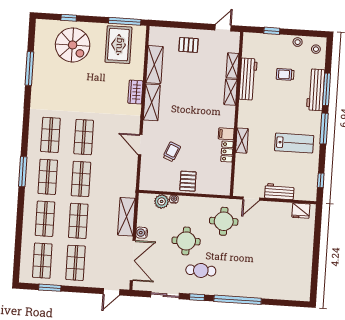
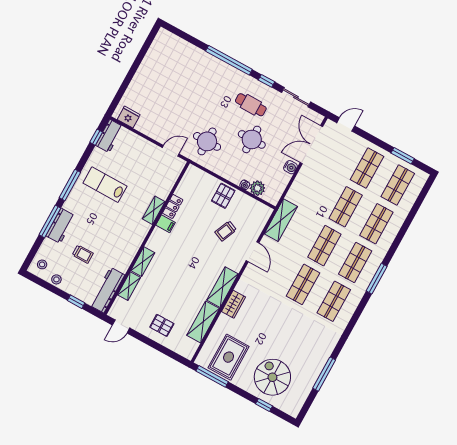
workbench: (248, 79) -> (107, 290), moved
workbench: (316, 90) -> (61, 226), width x0.73
workbench: (279, 192) -> (109, 136), moved, turned -90
shelving: (126, 217) -> (281, 220), moved

